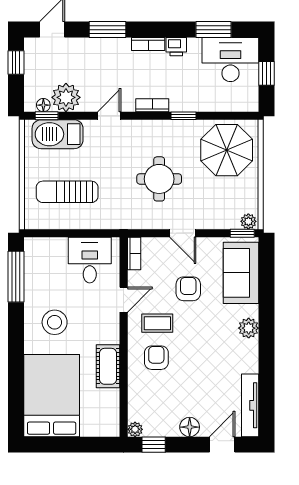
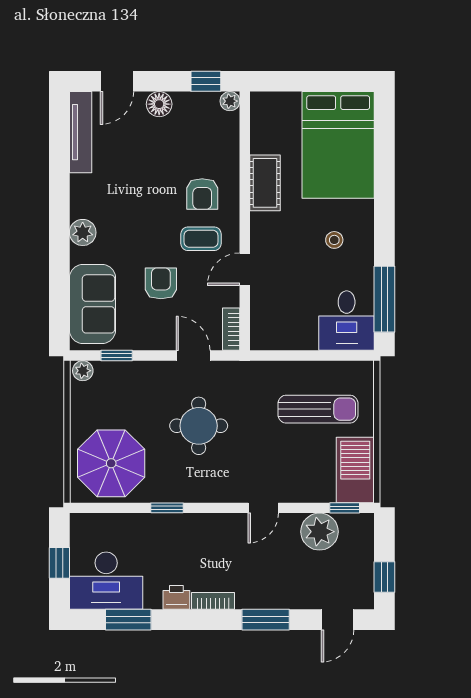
floor lamp: (43, 105) -> (349, 522), removed
bookcase: (152, 105) -> (208, 521), removed
barbecue: (58, 134) -> (355, 470), moved, turned -90
door: (183, 233) -> (193, 356), moved
window: (242, 233) -> (117, 356), moved
desk: (90, 260) -> (347, 321), moved
armchair: (188, 289) -> (161, 283), turned 180
stool: (55, 322) -> (334, 240), width x0.53, depth x0.53

